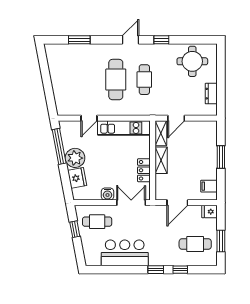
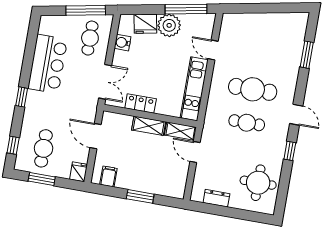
water cooler: (108, 194) -> (123, 43), moved
window: (75, 229) -> (86, 10), width x2.17
window: (180, 270) -> (13, 145), moved

